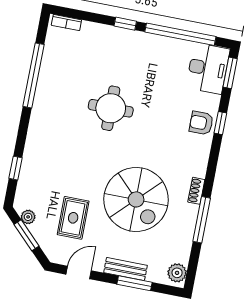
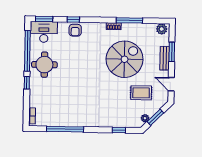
round table: (111, 108) -> (44, 65), moved

